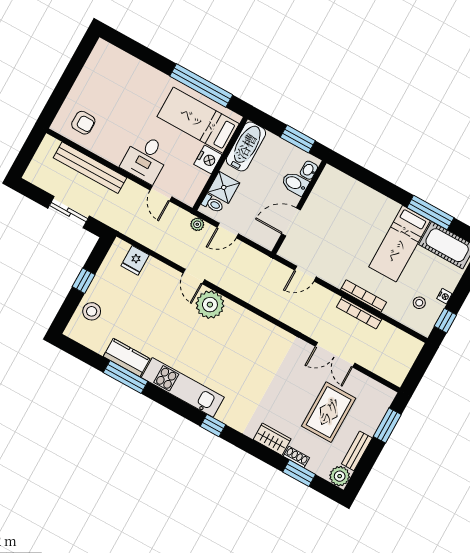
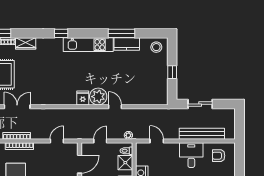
desk: (146, 158) -> (191, 155), moved
door: (228, 231) -> (100, 141), moved
fridge: (135, 260) -> (83, 98), moved
stool: (92, 311) -> (156, 47), moved

